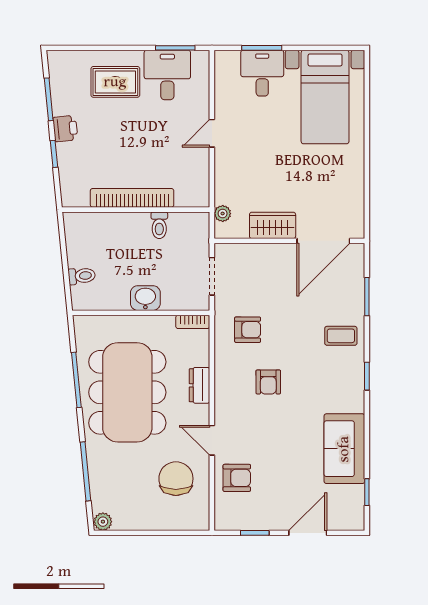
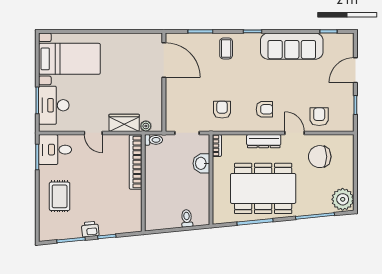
desk: (262, 73) -> (54, 105), width x1.37
desk: (167, 75) -> (55, 150), moved
bookcase: (132, 198) -> (136, 162), moved
toilet: (159, 225) -> (154, 140), moved
wardrobe: (273, 225) -> (124, 123), moved, turned 90
washbasin: (145, 298) -> (201, 163), moved
armchair: (268, 382) -> (264, 109), moved
dresser: (200, 385) -> (264, 141), width x1.44
door: (212, 440) -> (295, 133), swing flipped
sofa: (344, 449) -> (292, 46), width x1.36
plant: (103, 522) -> (343, 199), width x1.88, depth x1.88
door: (308, 533) -> (355, 70), hinge flipped

